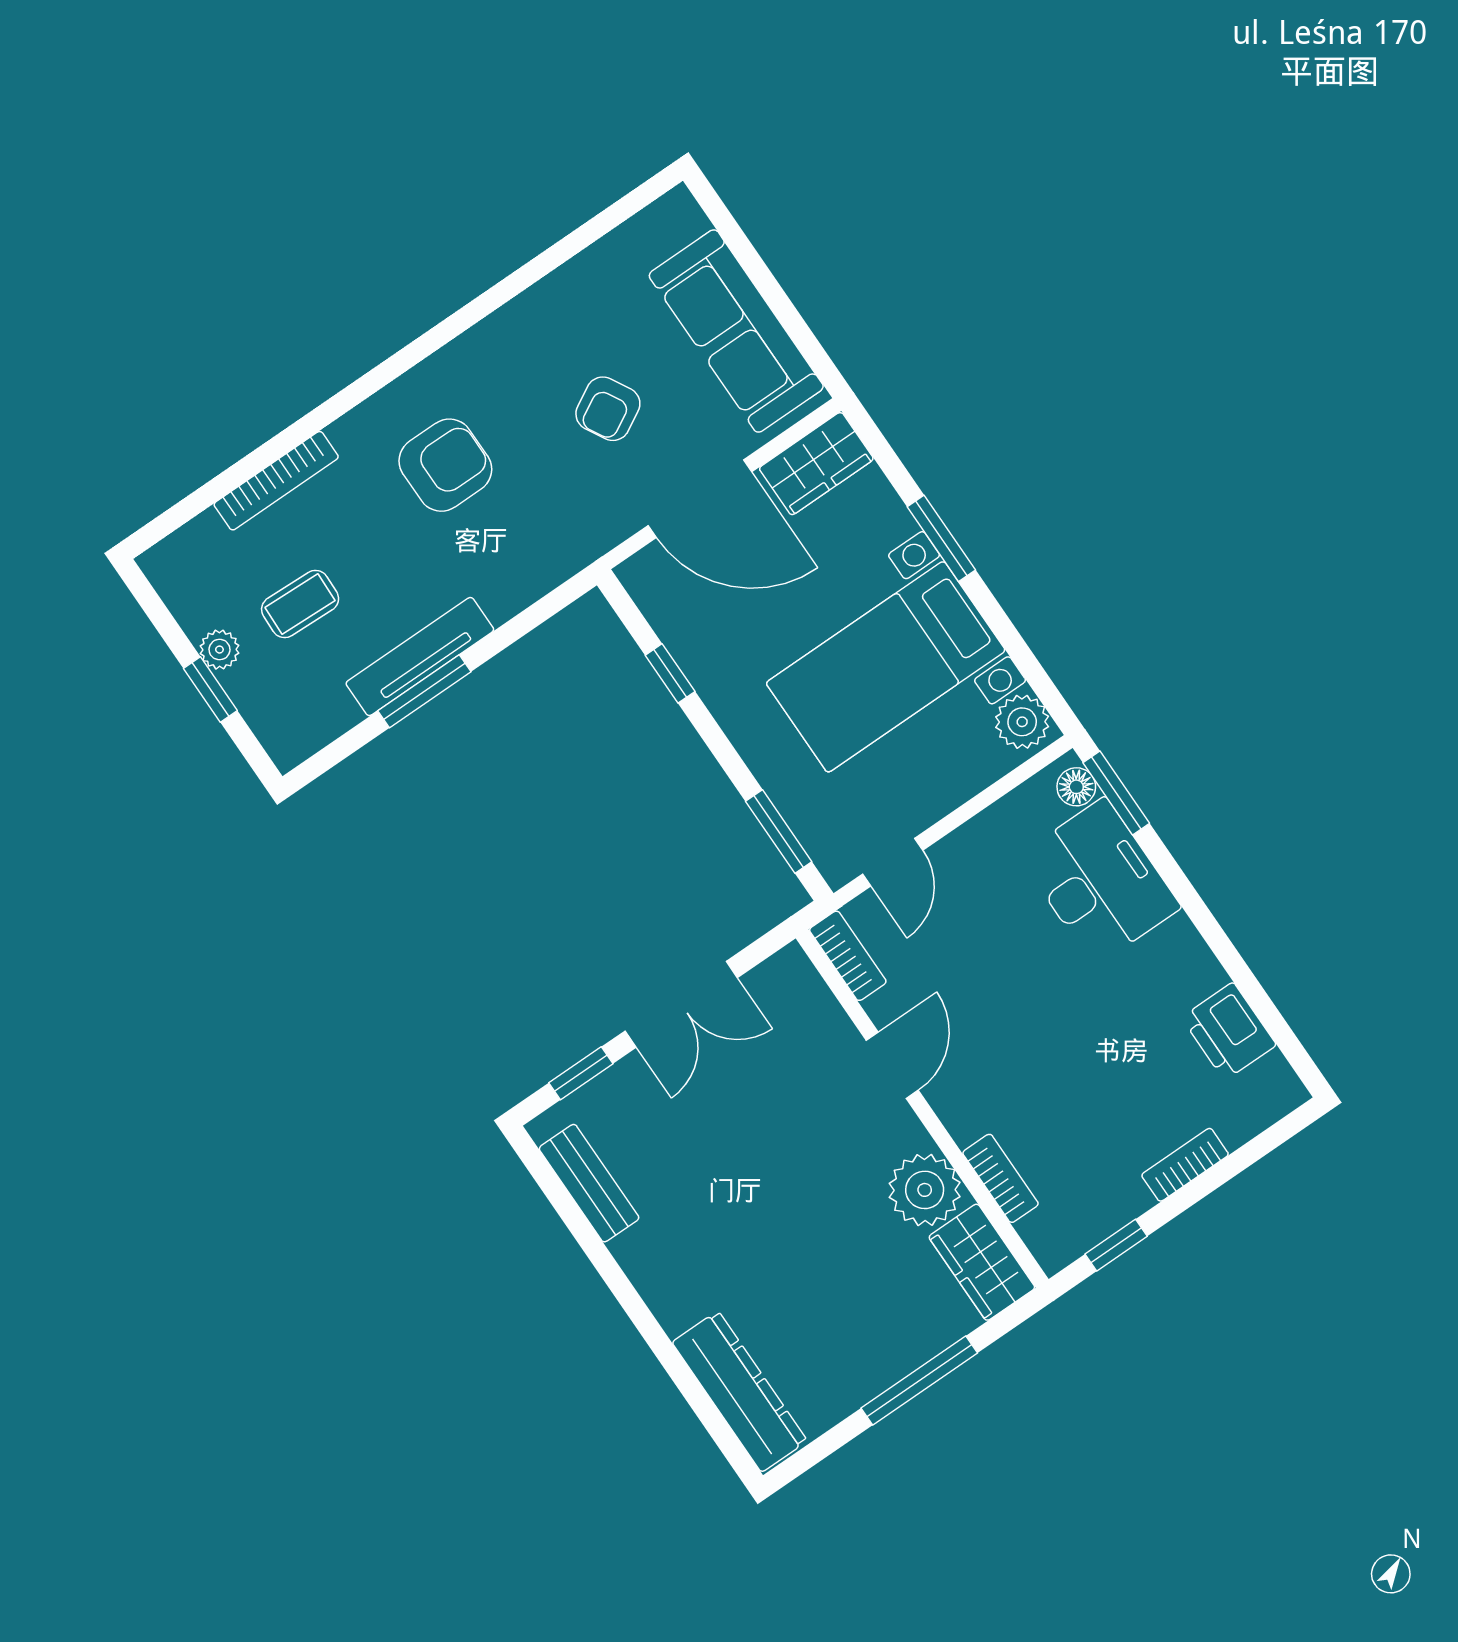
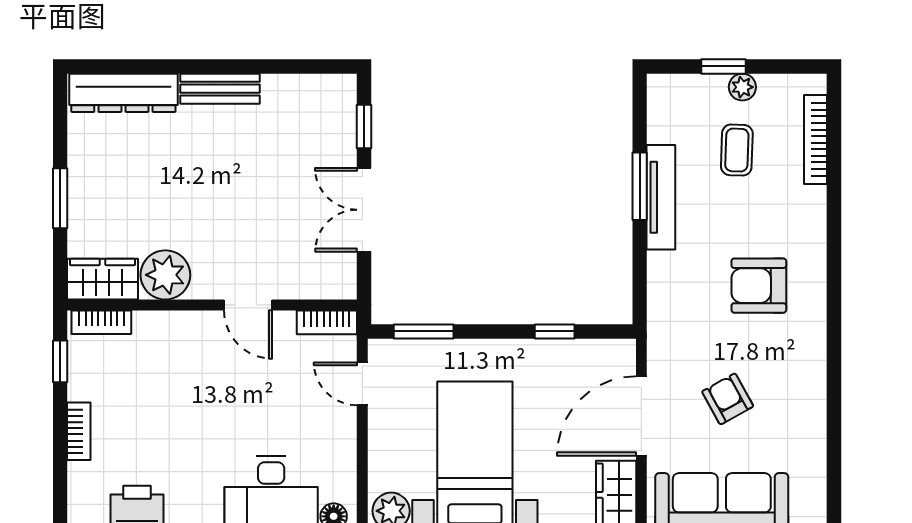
armchair: (445, 465) -> (759, 286), turned 90
bookcase: (276, 481) -> (816, 139), moved
bookcase: (1001, 1178) -> (101, 322), moved
bench: (589, 1183) -> (220, 89), moved
window: (919, 1380) -> (60, 198), width x0.69

